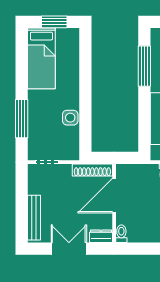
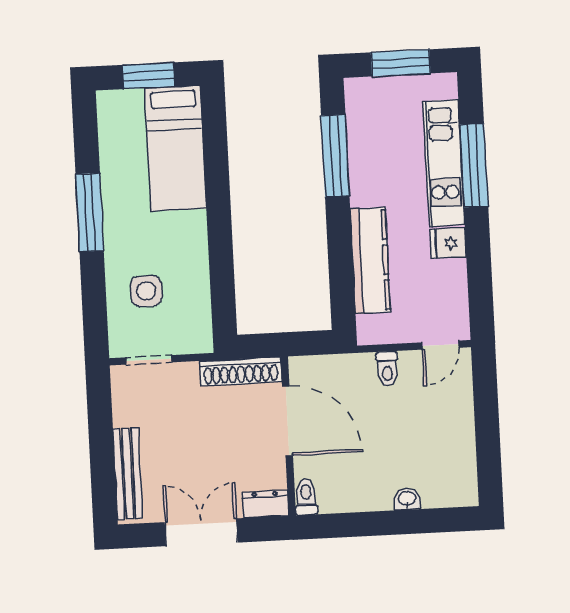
bed: (41, 58) -> (176, 148), moved
side table: (70, 118) -> (146, 291), moved
window: (22, 119) -> (90, 212), moved
door: (114, 196) -> (287, 421), swing flipped

